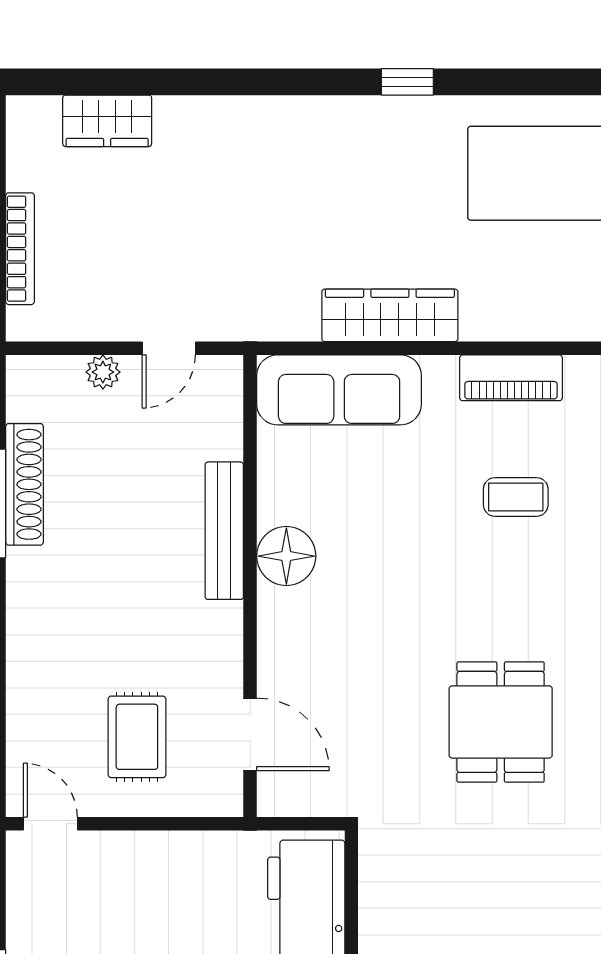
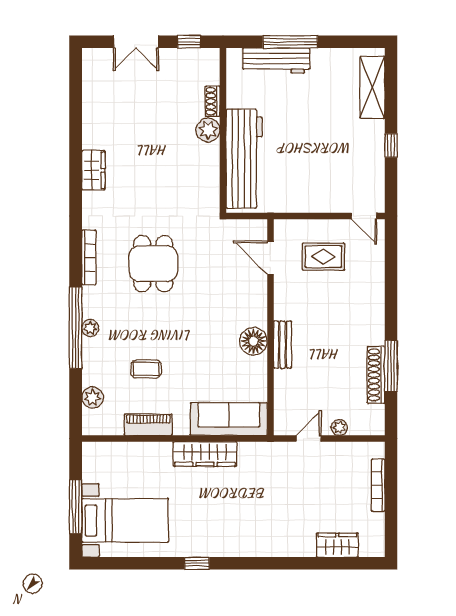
bench: (224, 531) -> (283, 345), width x0.73
rug: (137, 737) -> (323, 257), turned 90

